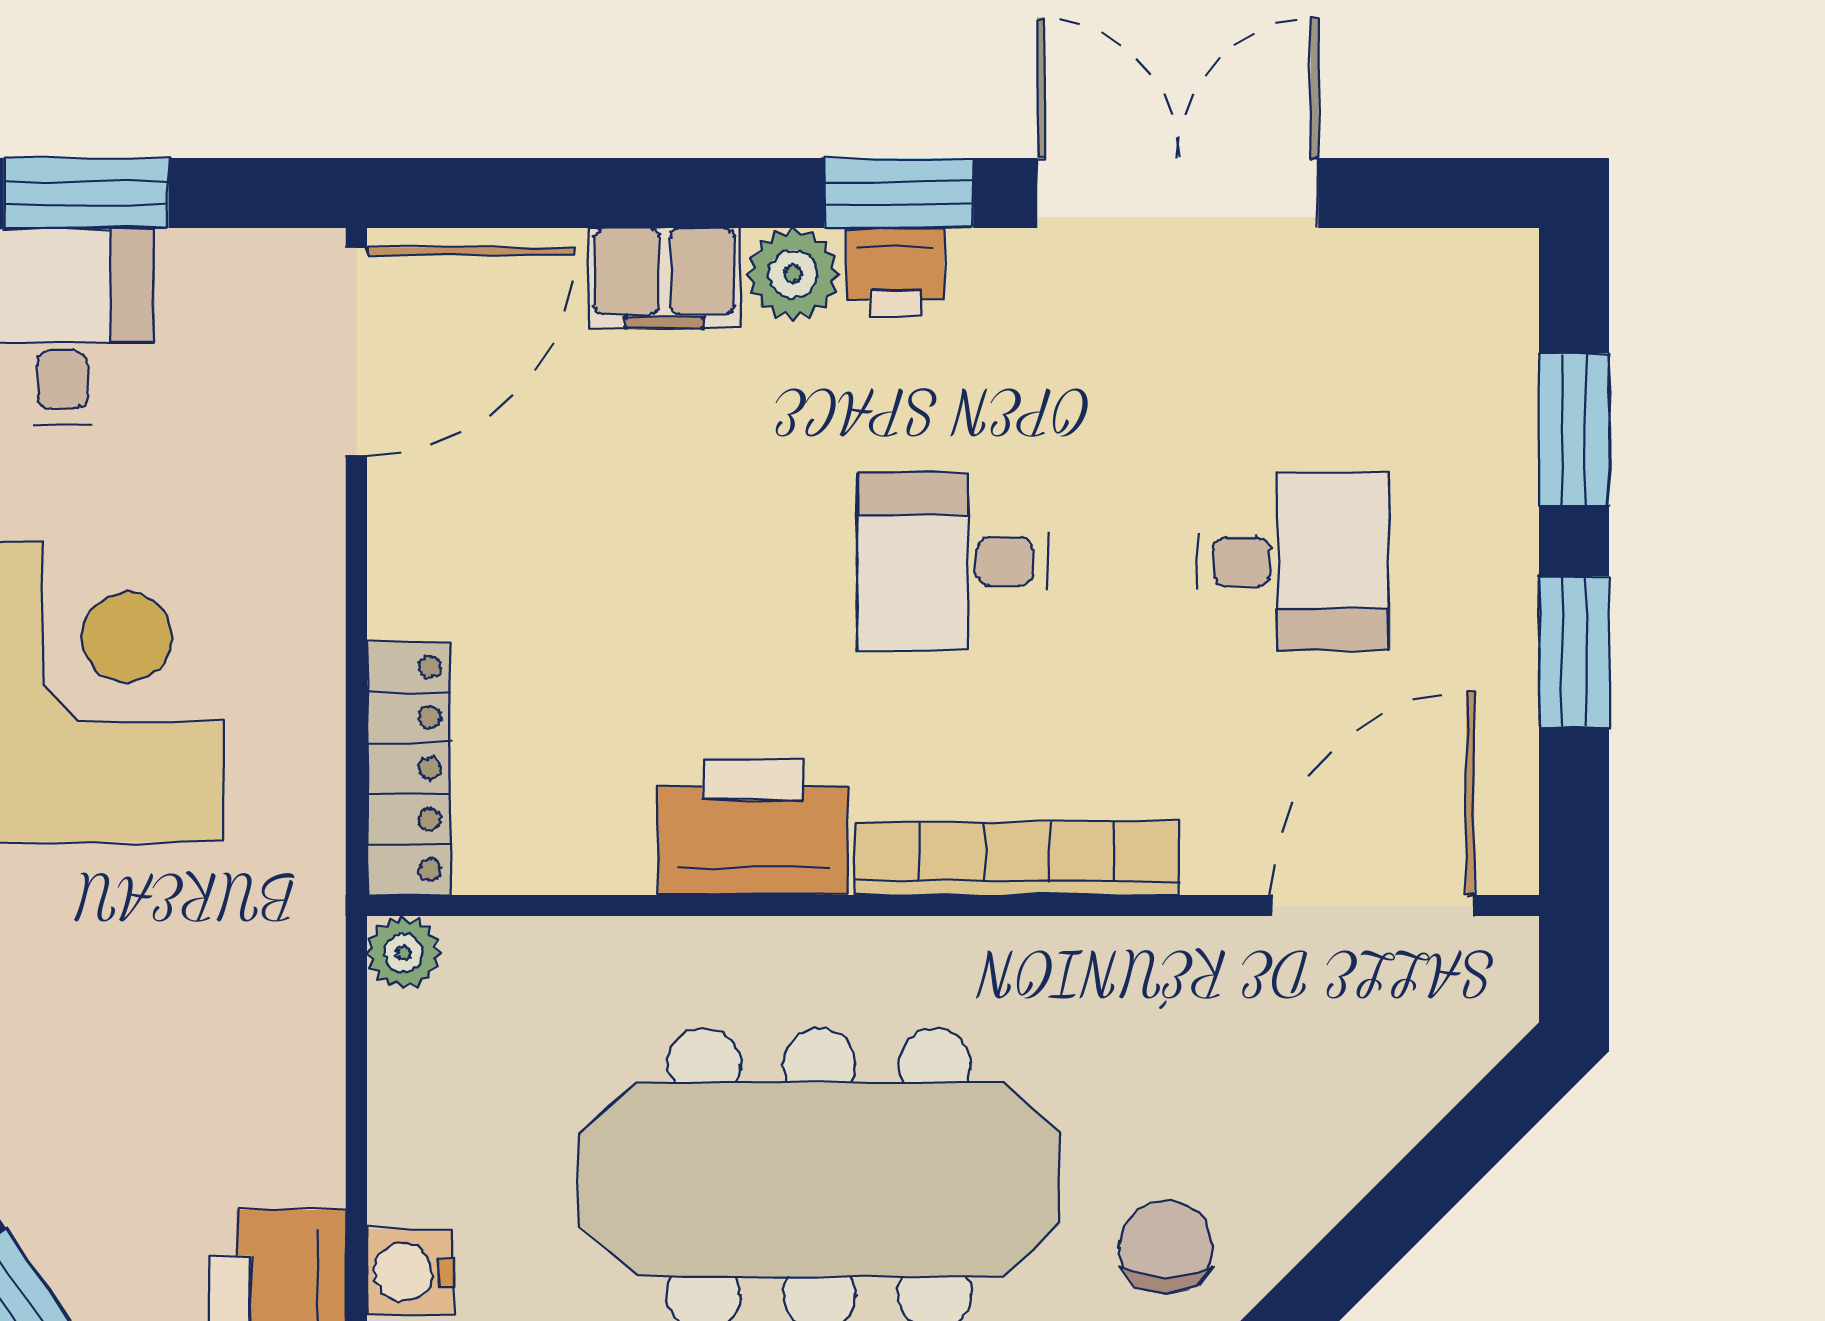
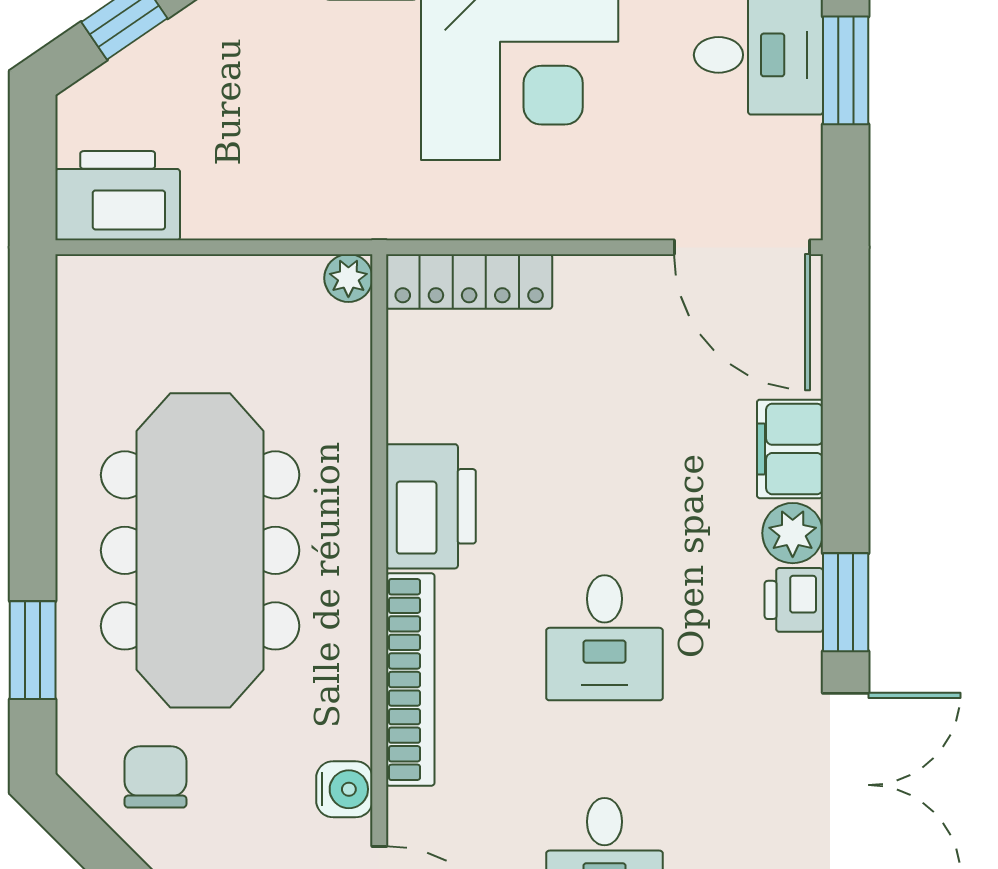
desk: (953, 561) -> (605, 638), turned 180
chair: (1166, 1247) -> (155, 777), turned -90
water cooler: (410, 1272) -> (344, 789), moved, turned 90

